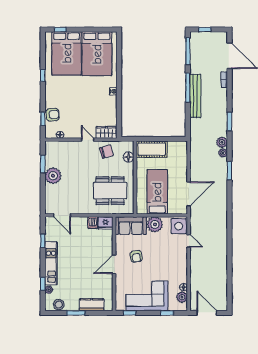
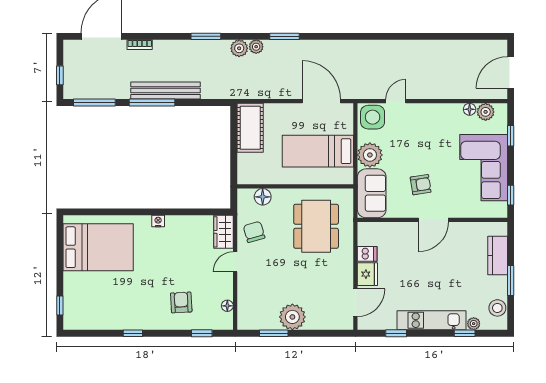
bed: (67, 53) -> (98, 295), removed
armchair: (53, 115) -> (181, 302), moved
cot: (152, 149) -> (250, 128), moved
fridge: (106, 223) -> (367, 274), moved
door: (114, 264) -> (433, 220), hinge flipped

